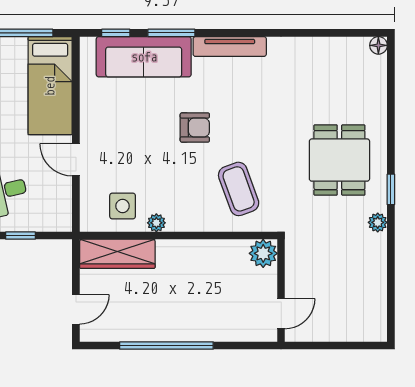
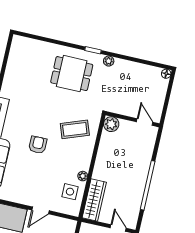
floor lamp: (378, 45) -> (166, 74), moved

